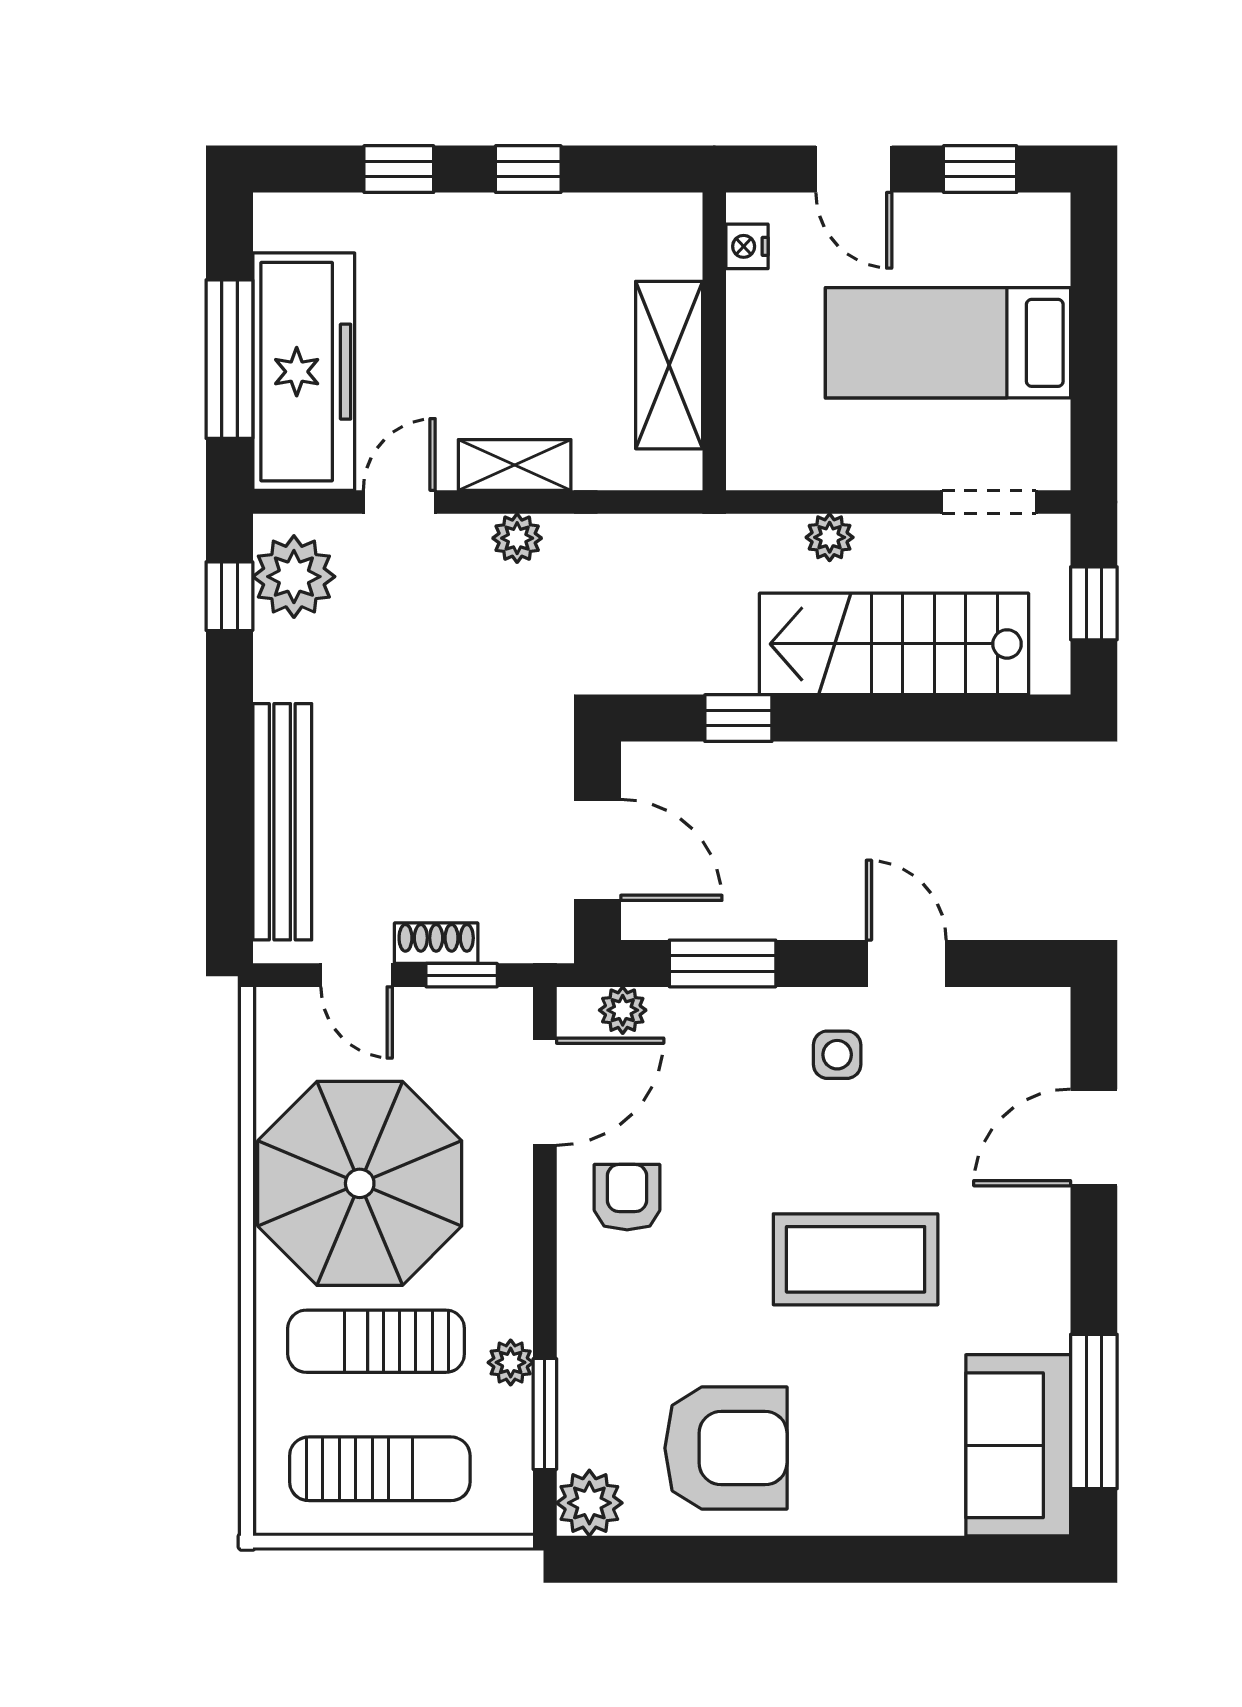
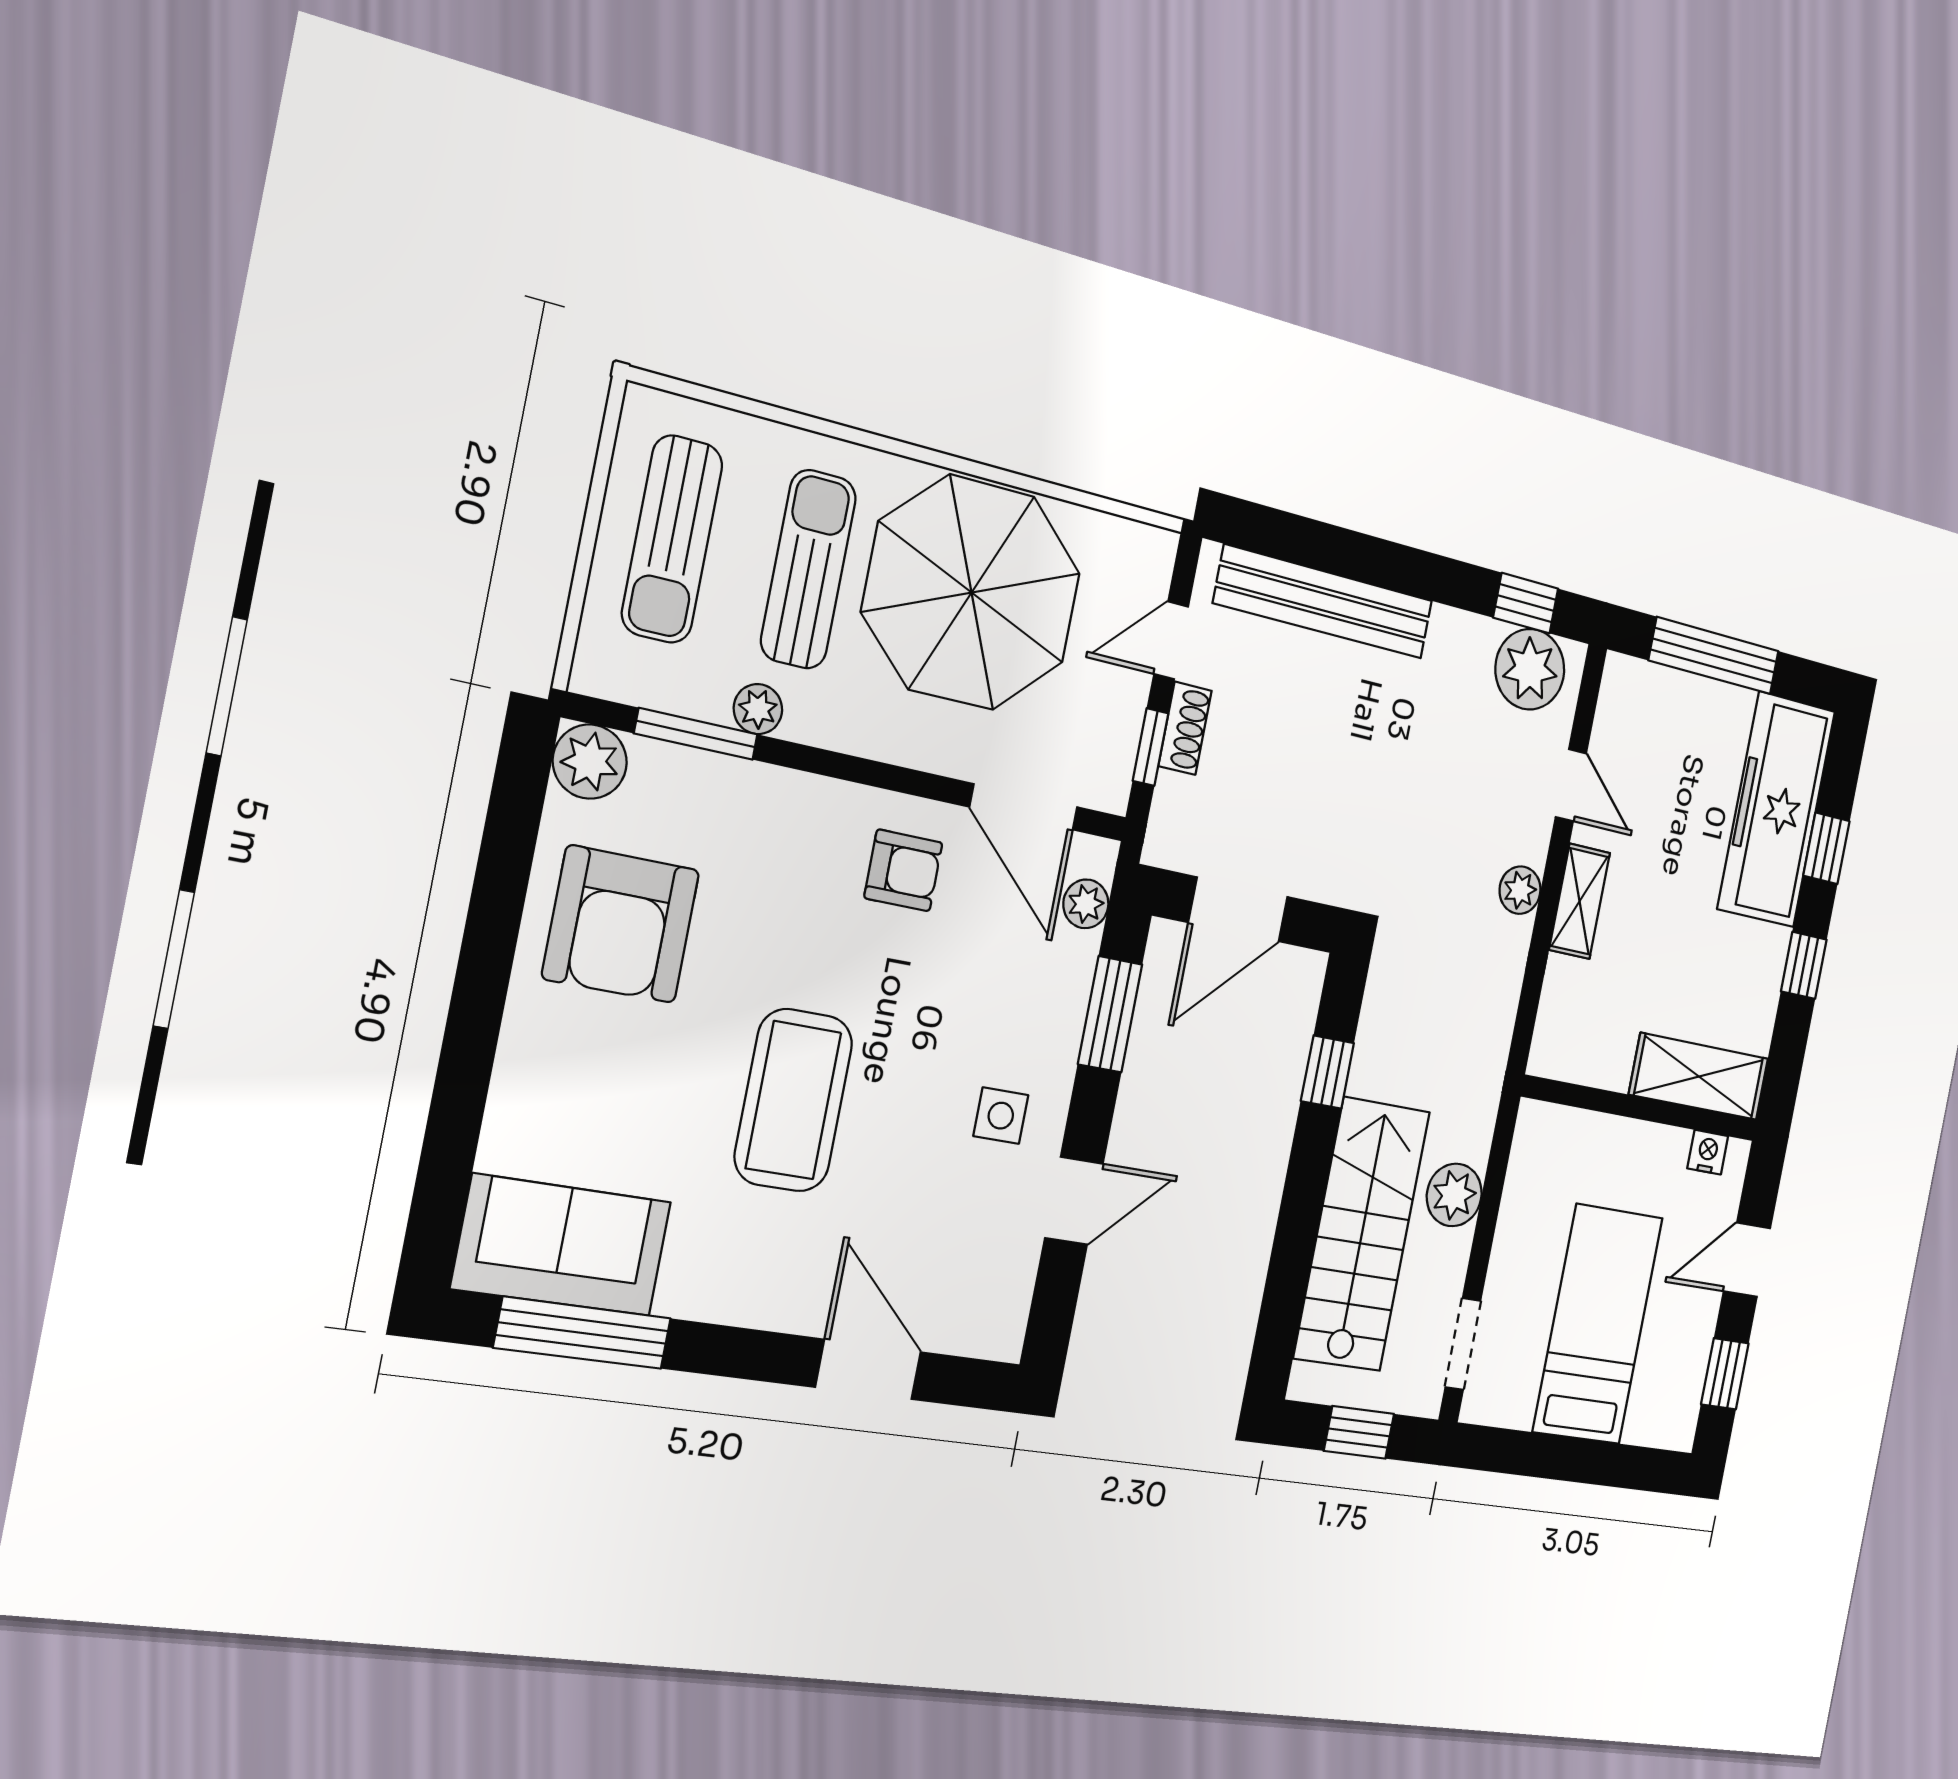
shelving: (669, 365) -> (1699, 1076), moved
freezer: (304, 372) -> (1776, 810), moved, turned 90
plant: (830, 537) -> (1454, 1195), width x1.38, depth x1.38

